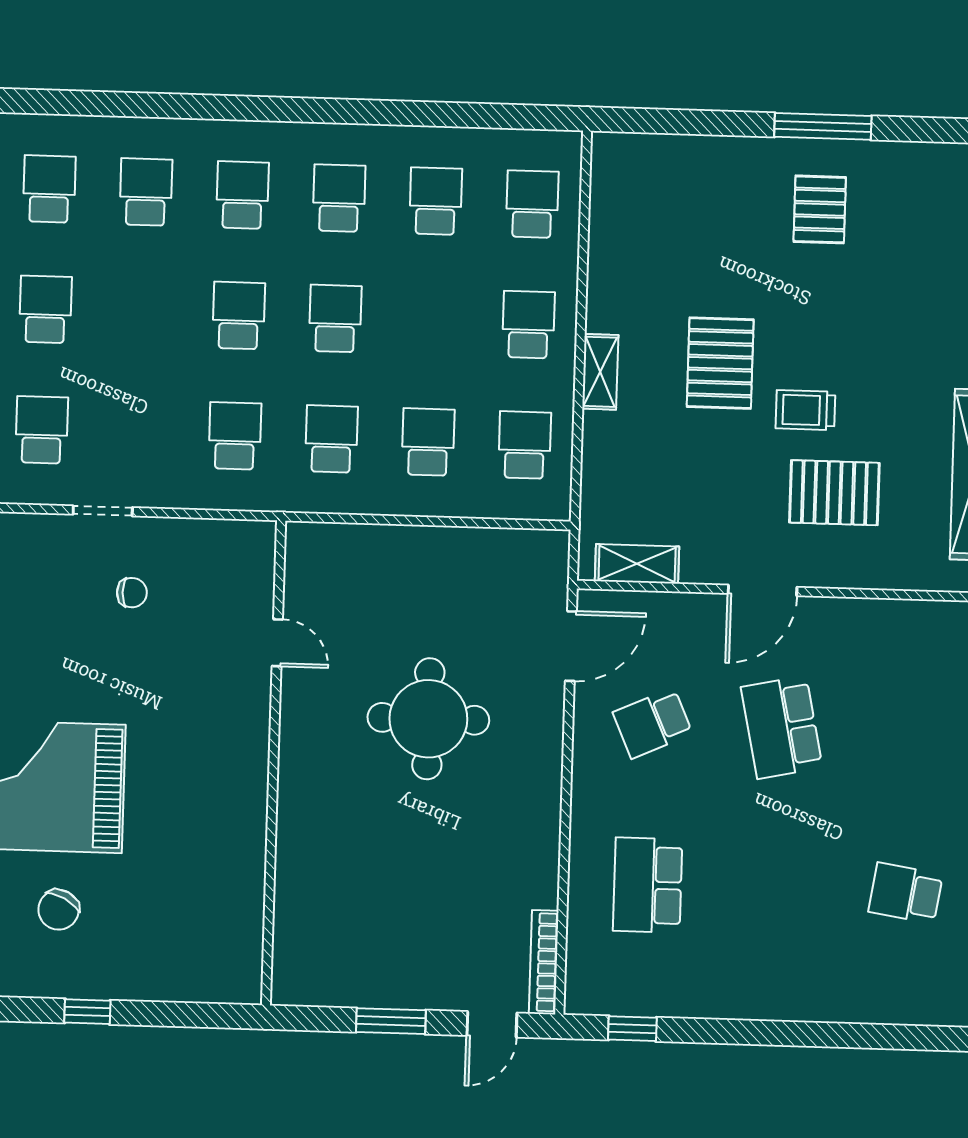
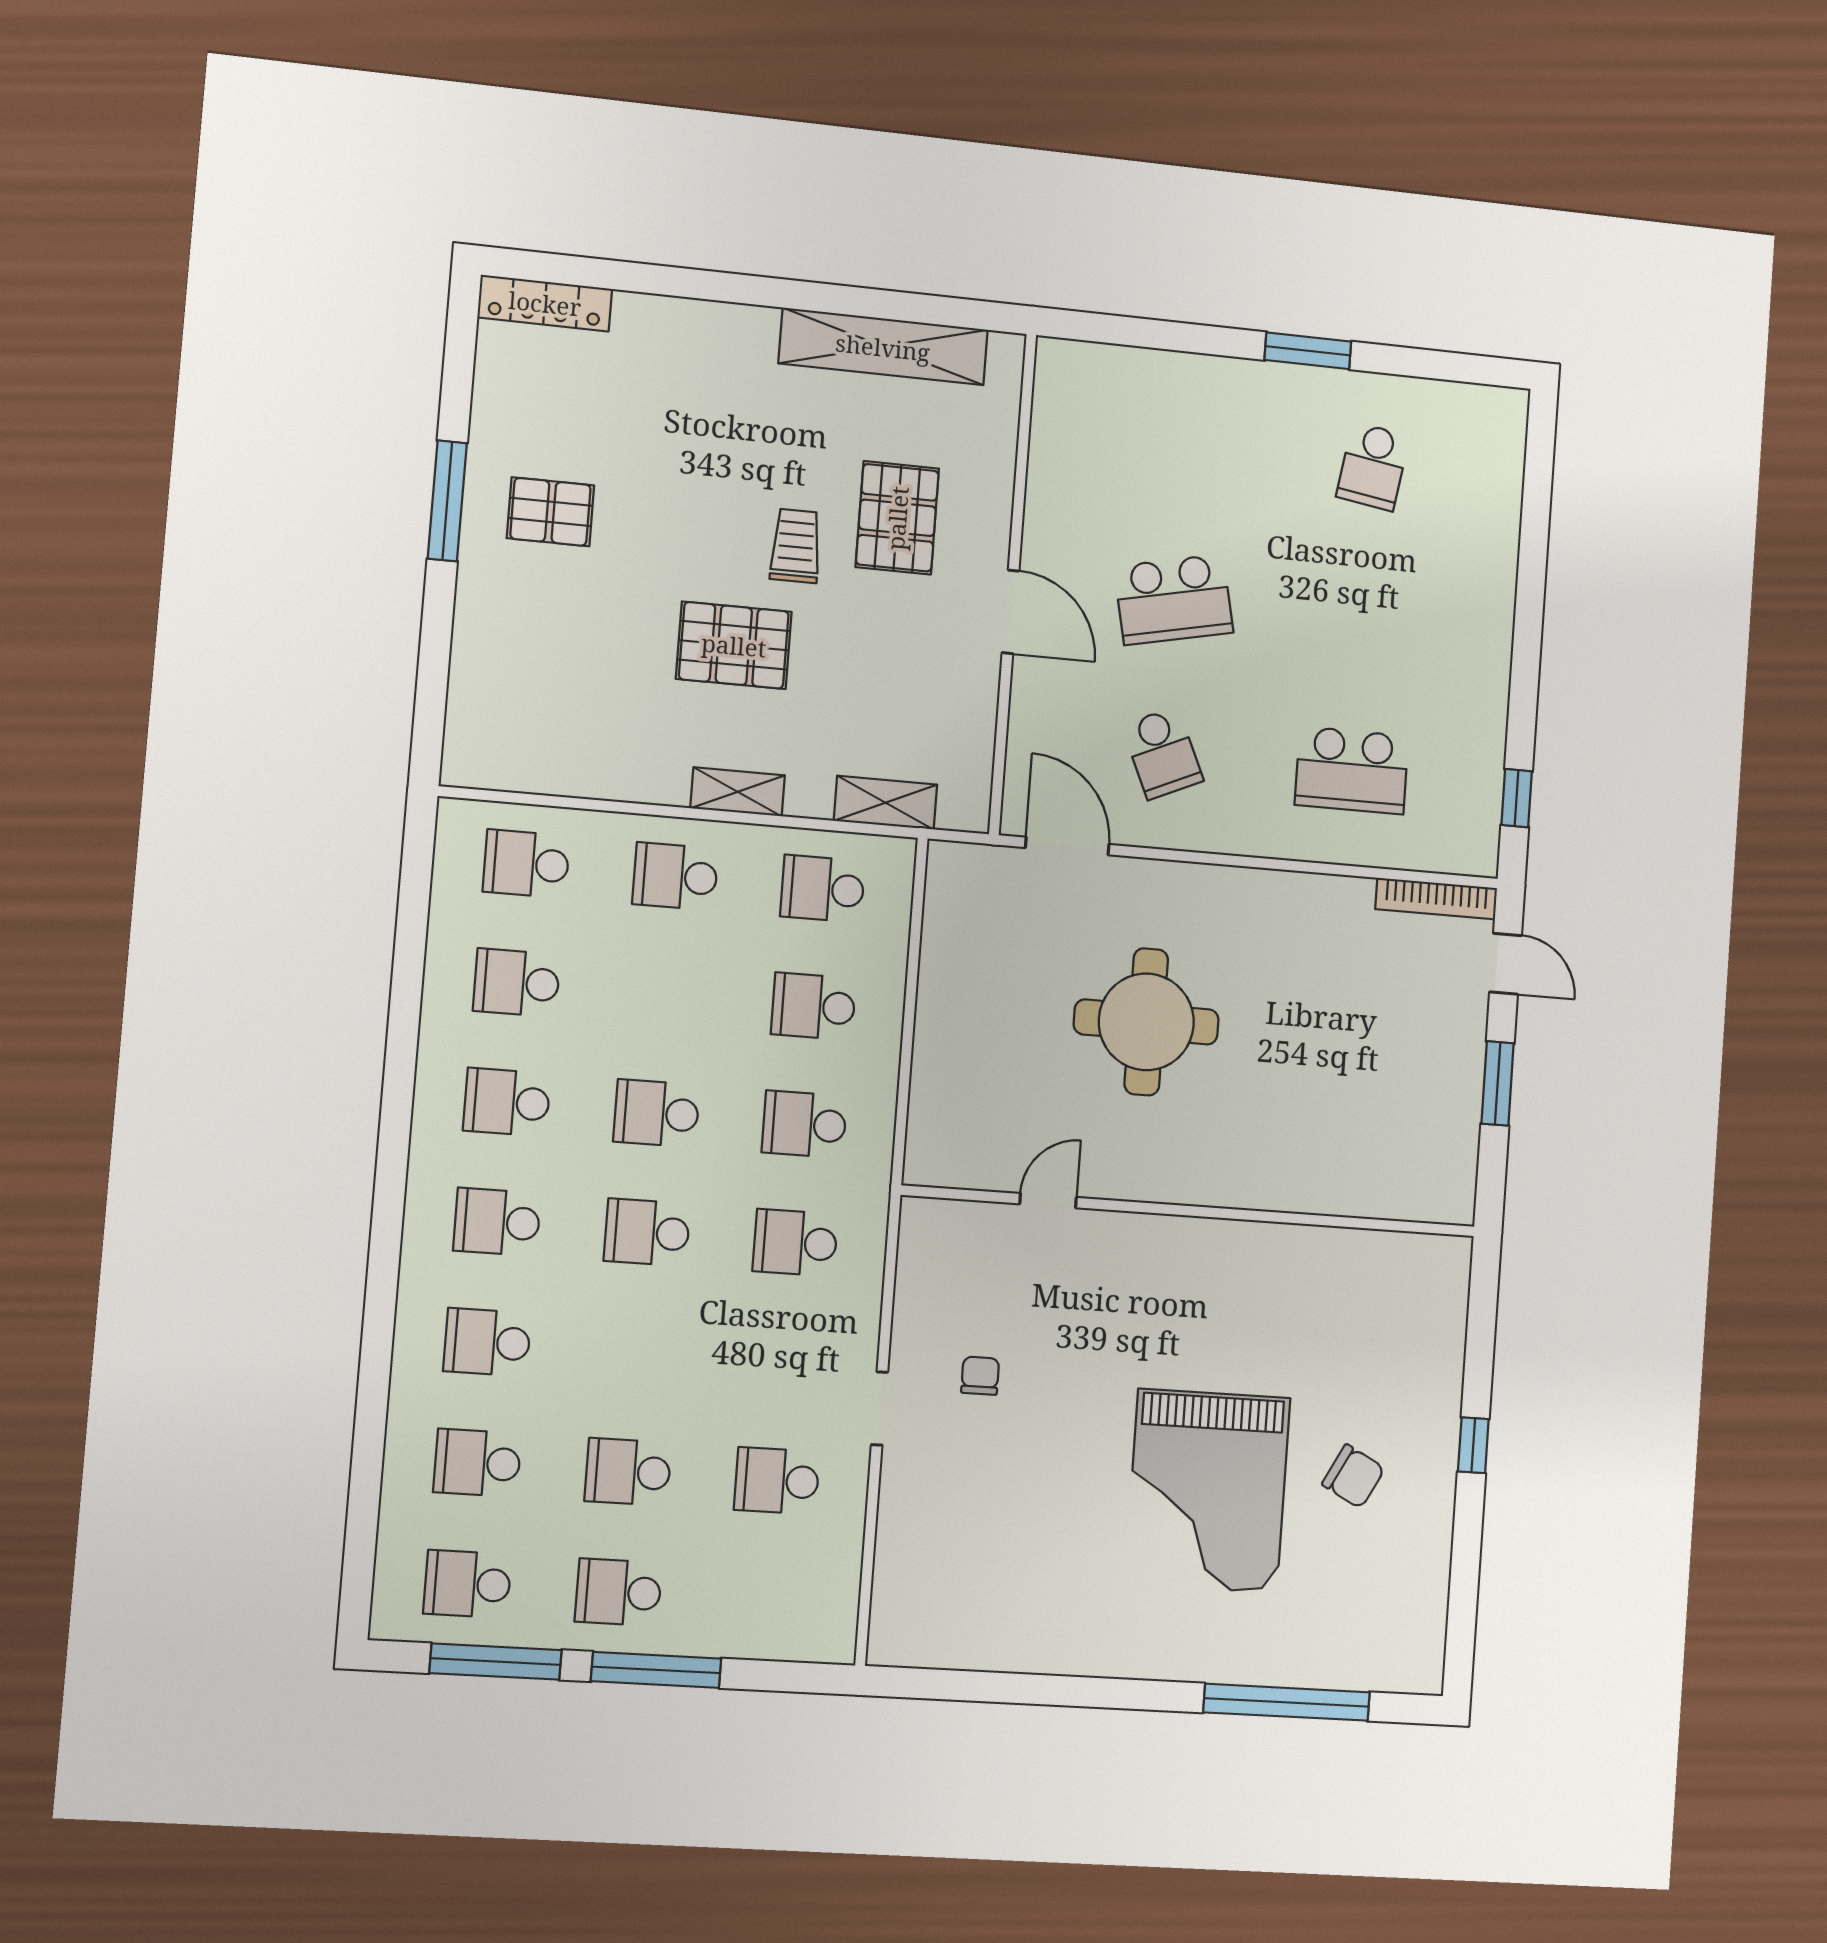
trolley: (805, 410) -> (796, 546), turned 180
shelving: (637, 564) -> (885, 803), moved, turned 90

